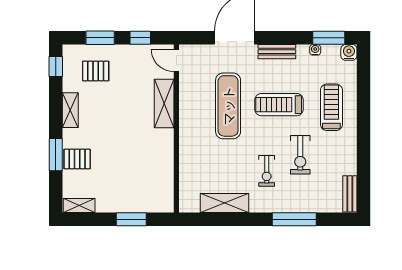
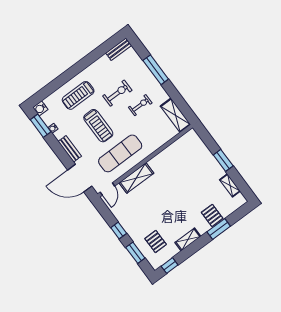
door: (176, 60) -> (107, 189), moved
shelving: (164, 103) -> (136, 178), moved
wall: (176, 128) -> (145, 161), moved
shelving: (79, 205) -> (230, 185), moved

